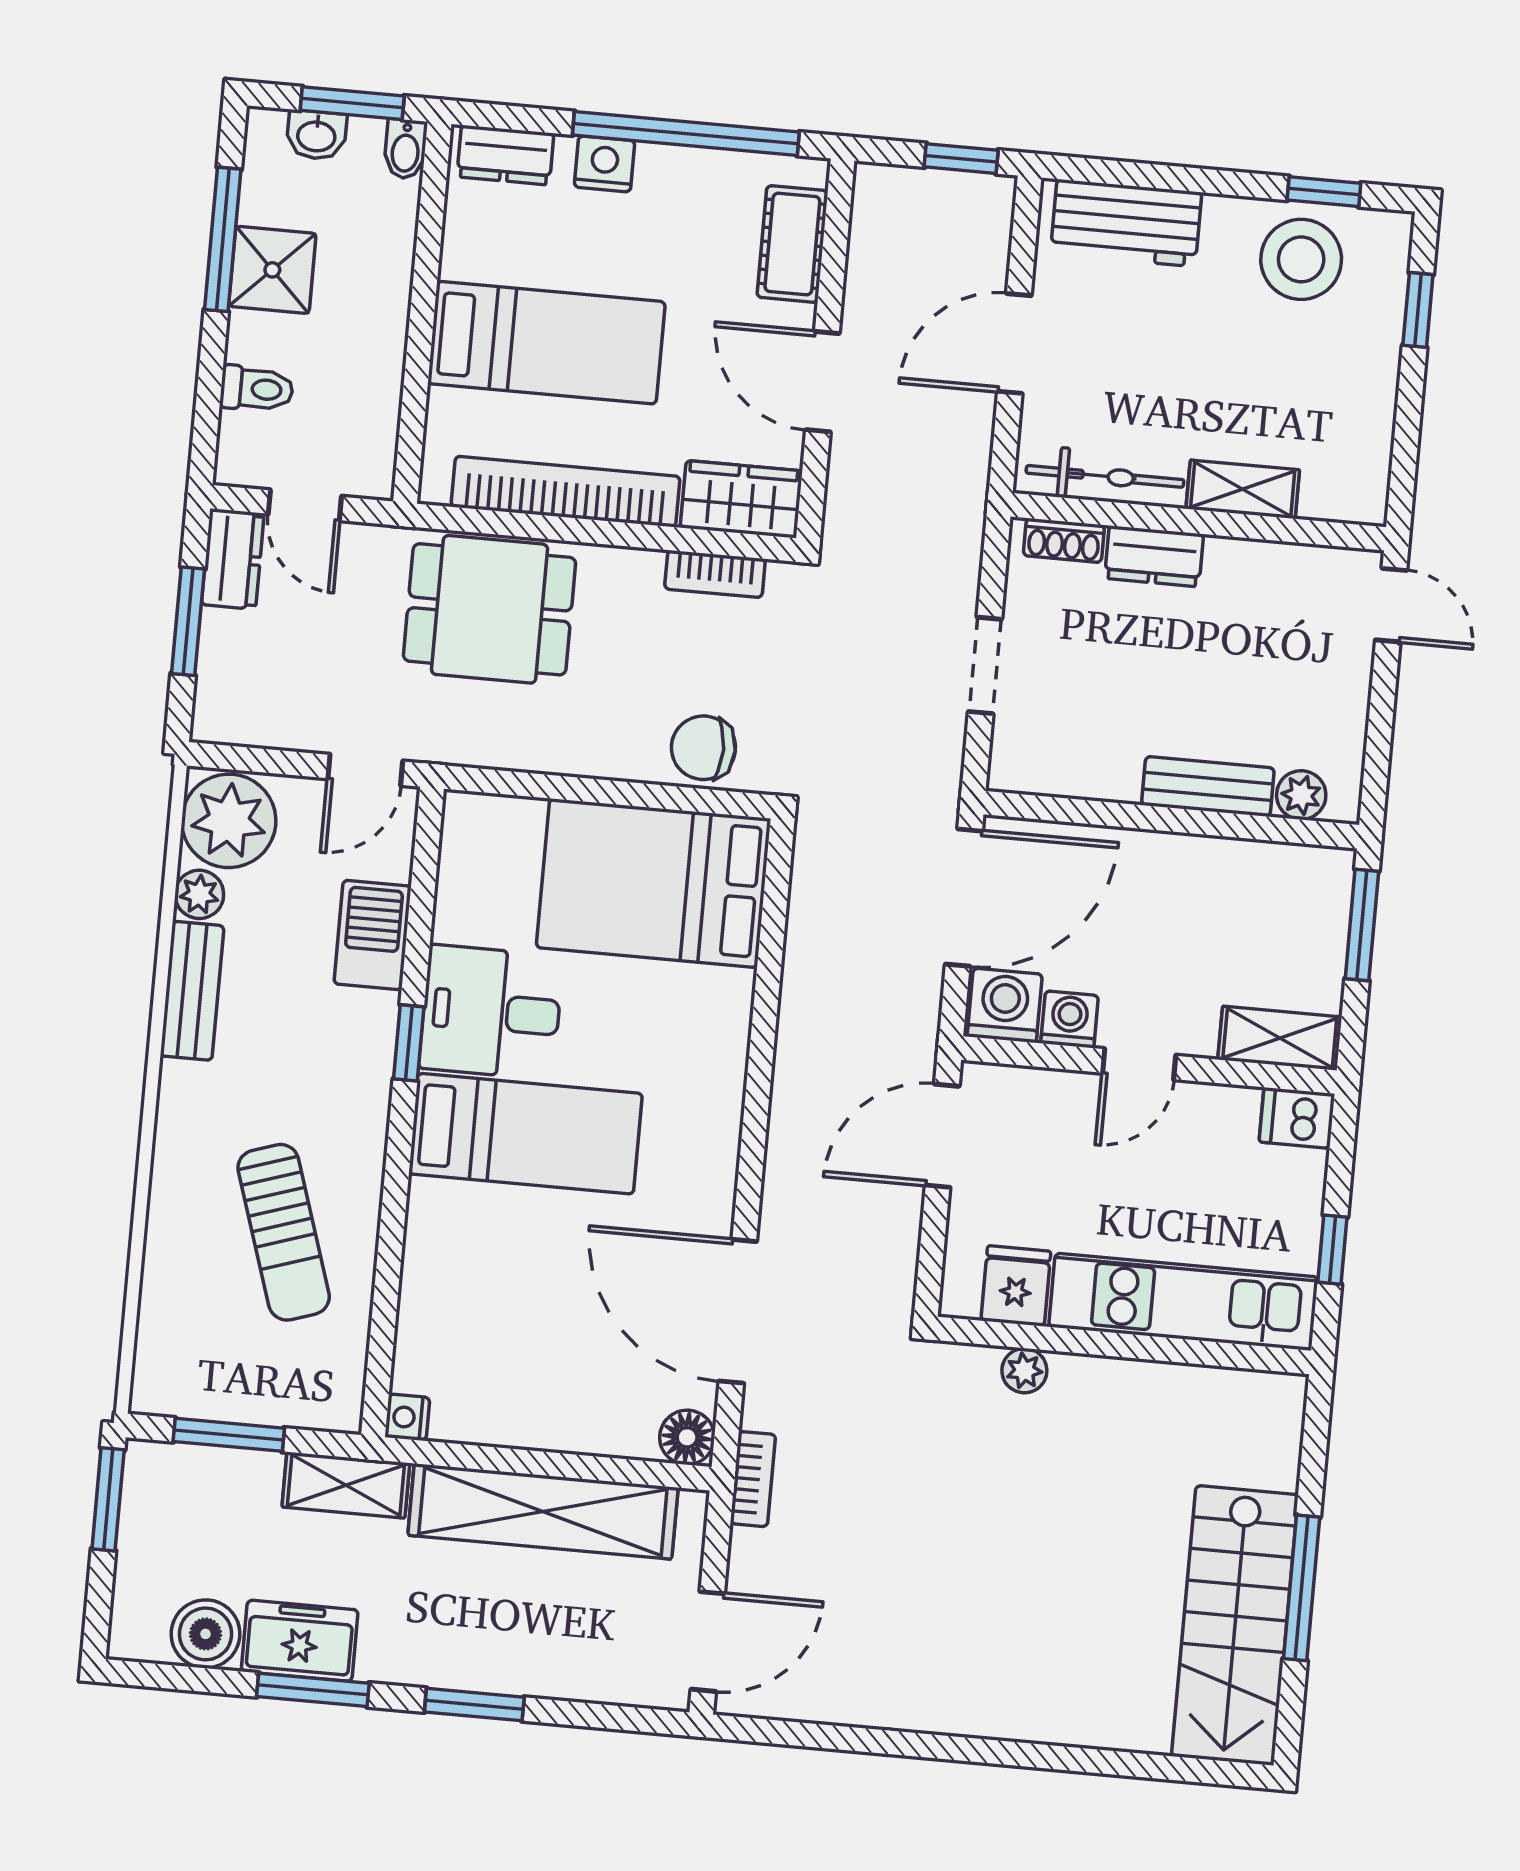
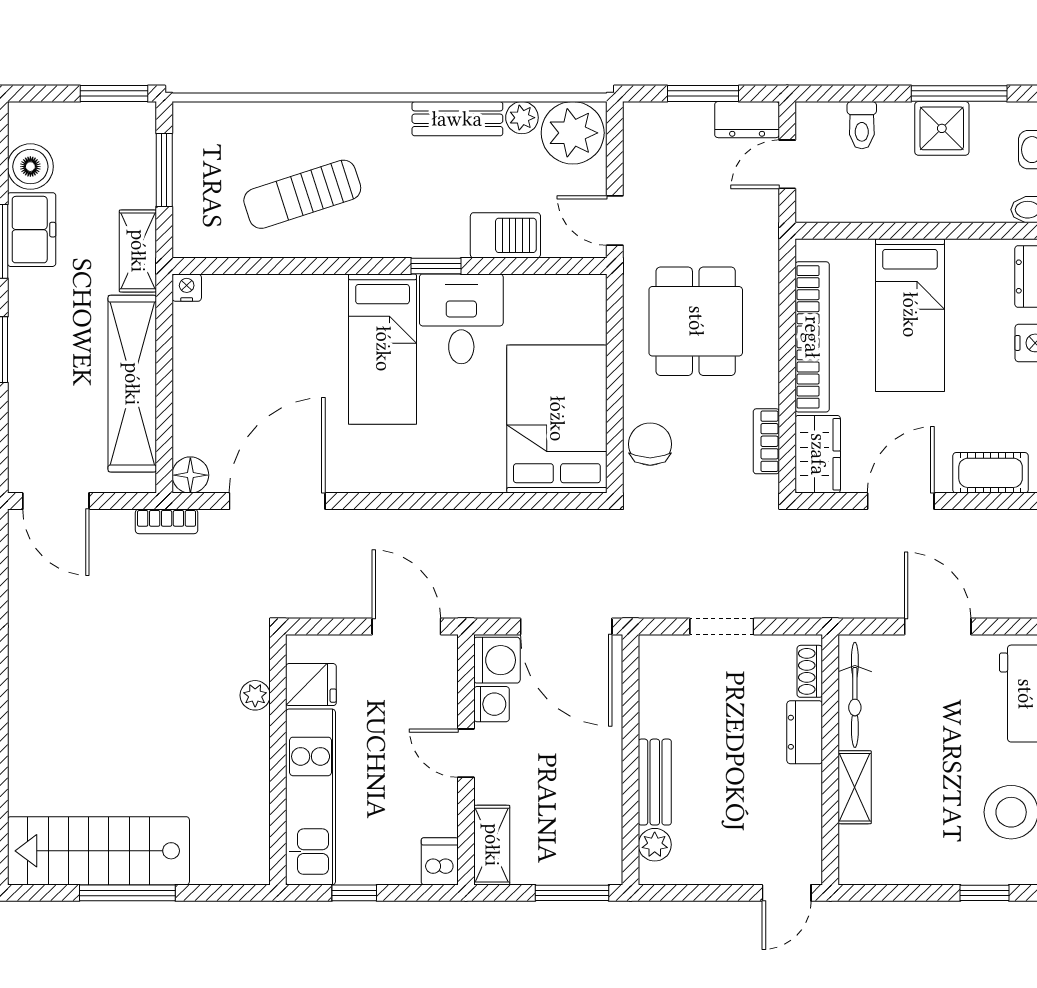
dining table: (490, 609) -> (696, 321), moved

